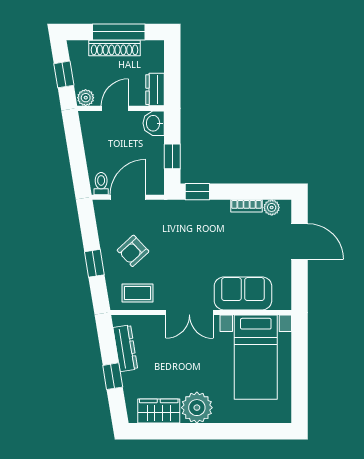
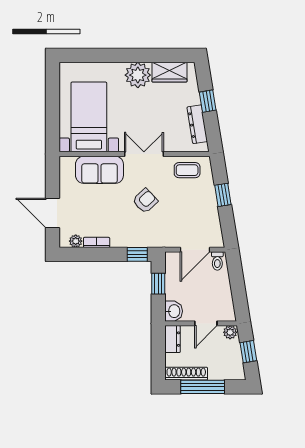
shoe rack: (115, 48) -> (186, 374), moved
armchair: (133, 251) -> (145, 201), moved

